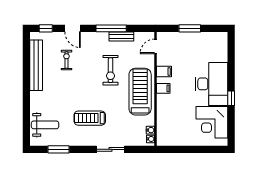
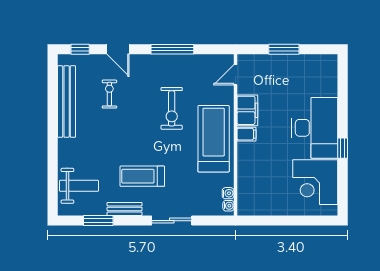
bench: (121, 37) -> (125, 209), moved
filing cabinet: (164, 72) -> (247, 110), width x2.00

